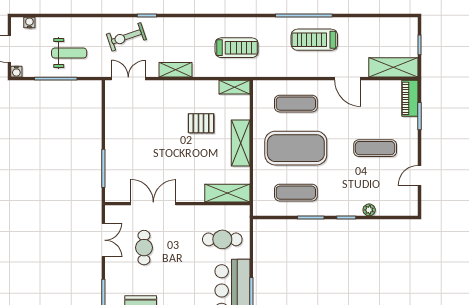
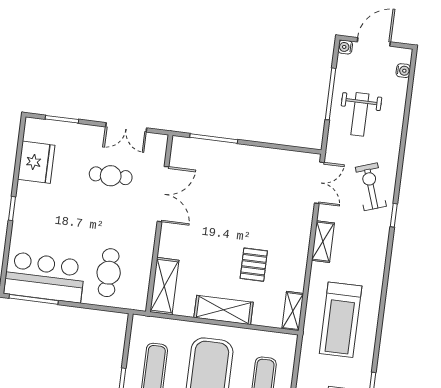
treadmill: (237, 48) -> (341, 320), width x1.37, depth x1.38

